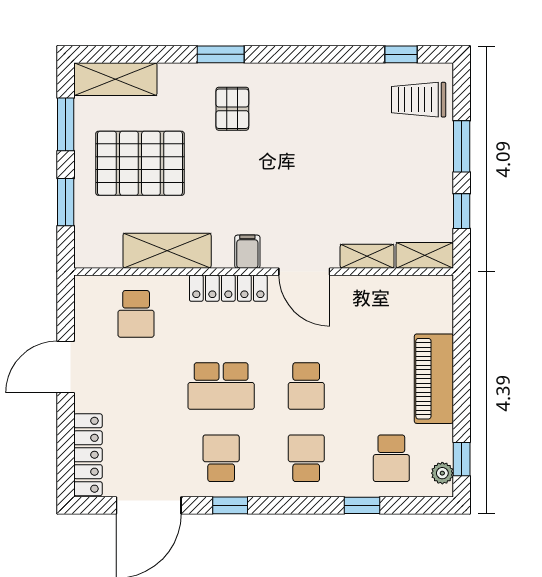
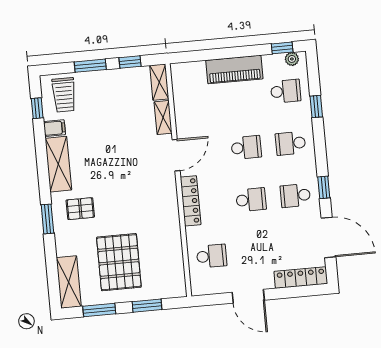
shelving: (167, 251) -> (58, 164), moved
filing cabinet: (247, 252) -> (54, 128), moved, turned 180
school desk: (221, 386) -> (251, 200), width x0.54

